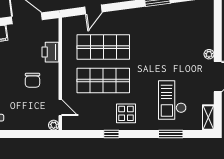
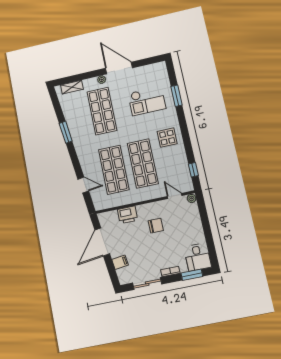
shop shelf: (172, 47) -> (102, 111), added
door: (60, 108) -> (175, 196), hinge flipped
shelving: (208, 117) -> (72, 87), moved
window: (111, 134) -> (193, 170), moved

